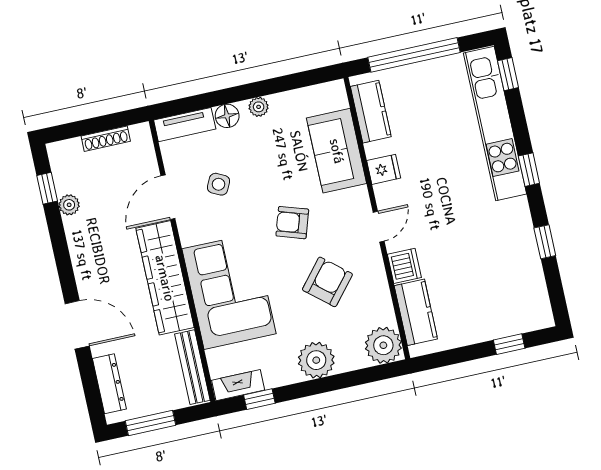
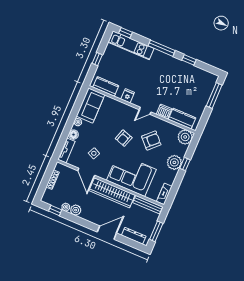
window: (414, 55) -> (97, 59), width x0.32
kitchen unit: (495, 124) -> (131, 45), width x0.73
sofa: (337, 151) -> (90, 105), moved, turned -90
window: (529, 170) -> (162, 48), width x2.17
door: (379, 227) -> (145, 111), swing flipped
plant: (78, 229) -> (76, 210), added
armchair: (327, 282) -> (151, 140), turned 96
window: (509, 344) -> (214, 95), width x2.17
window: (259, 399) -> (185, 164), moved

